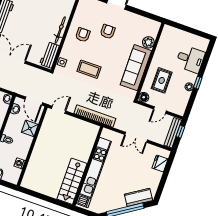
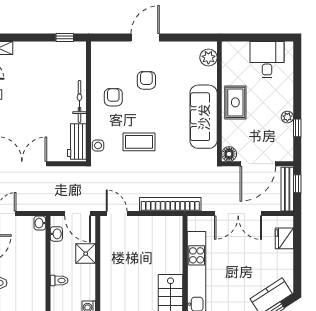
plant: (148, 42) -> (208, 58), moved
desk: (190, 59) -> (267, 60), moved, turned -90
rug: (162, 80) -> (235, 102), moved
window: (198, 83) -> (297, 128), moved
door: (59, 110) -> (117, 214), hinge flipped
door: (160, 110) -> (258, 164), width x1.88
double door: (136, 137) -> (238, 214), width x1.37

